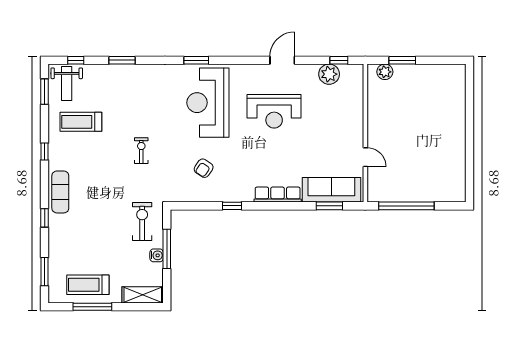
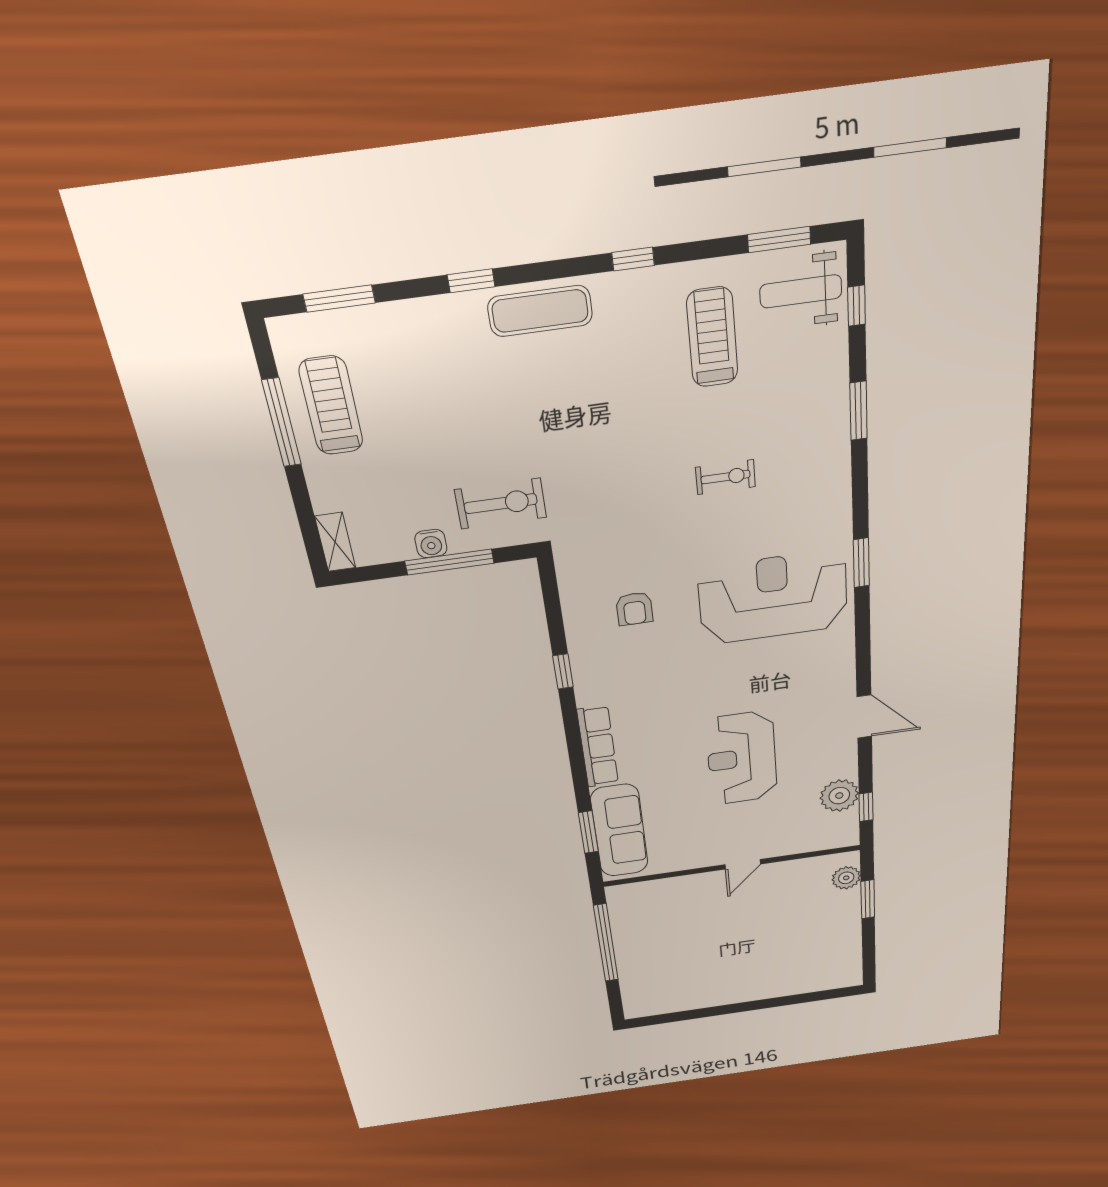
reception desk: (274, 111) -> (742, 758), moved
exercise bike: (141, 151) -> (725, 477), moved
door: (365, 157) -> (743, 864), moved
armchair: (204, 168) -> (634, 609), turned -124
shelving: (143, 295) -> (335, 542), width x0.67, depth x0.75

